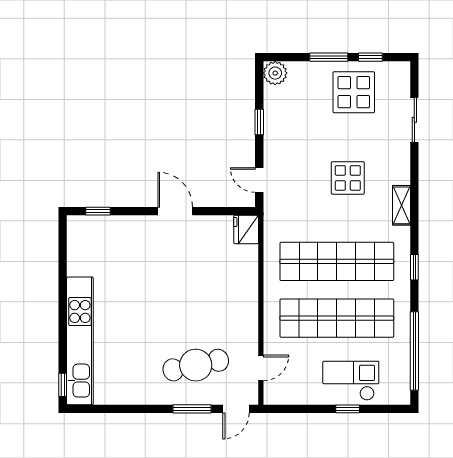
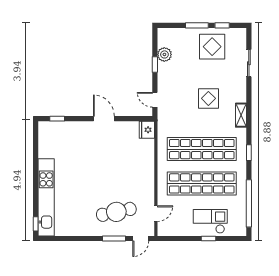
plant: (275, 73) -> (164, 54), moved

